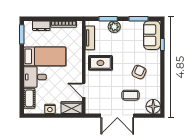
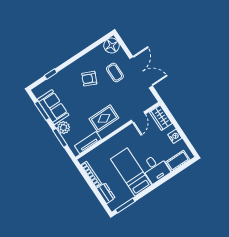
sofa: (152, 35) -> (53, 107), moved, turned -90
rug: (100, 63) -> (104, 118), turned 90

